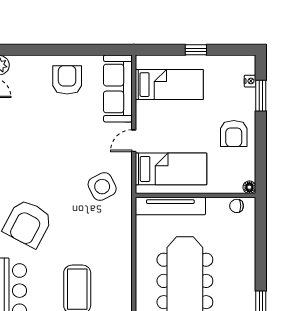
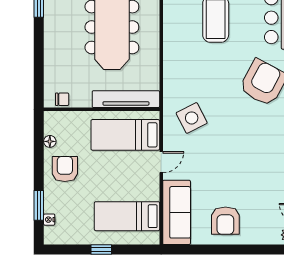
floor lamp: (249, 187) -> (50, 141), moved

